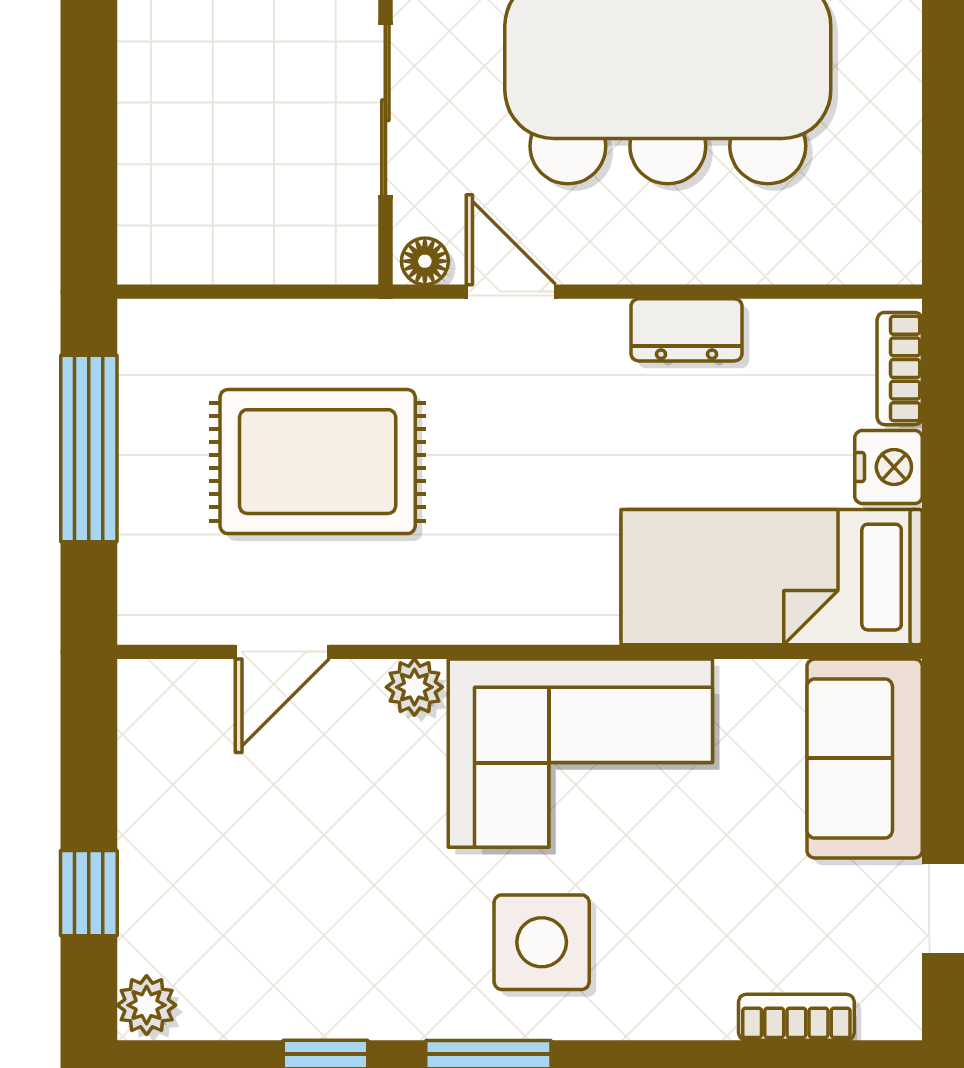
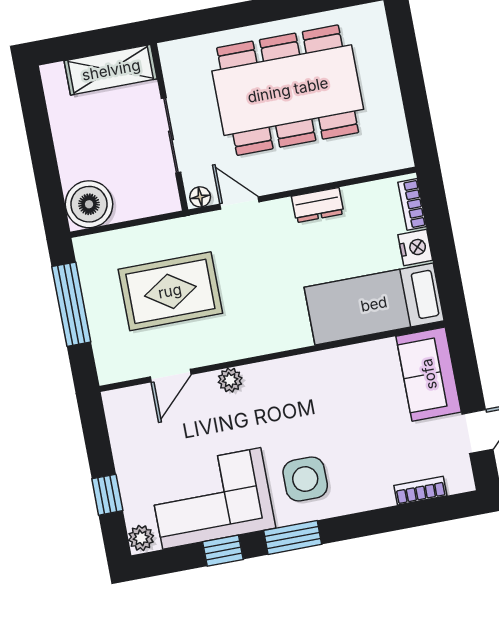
boiler: (171, 230) -> (89, 204), added
corner sofa: (580, 753) -> (212, 498), moved, turned 180

